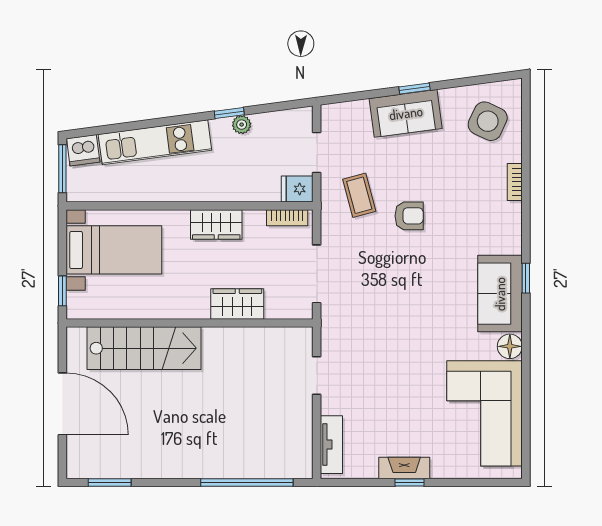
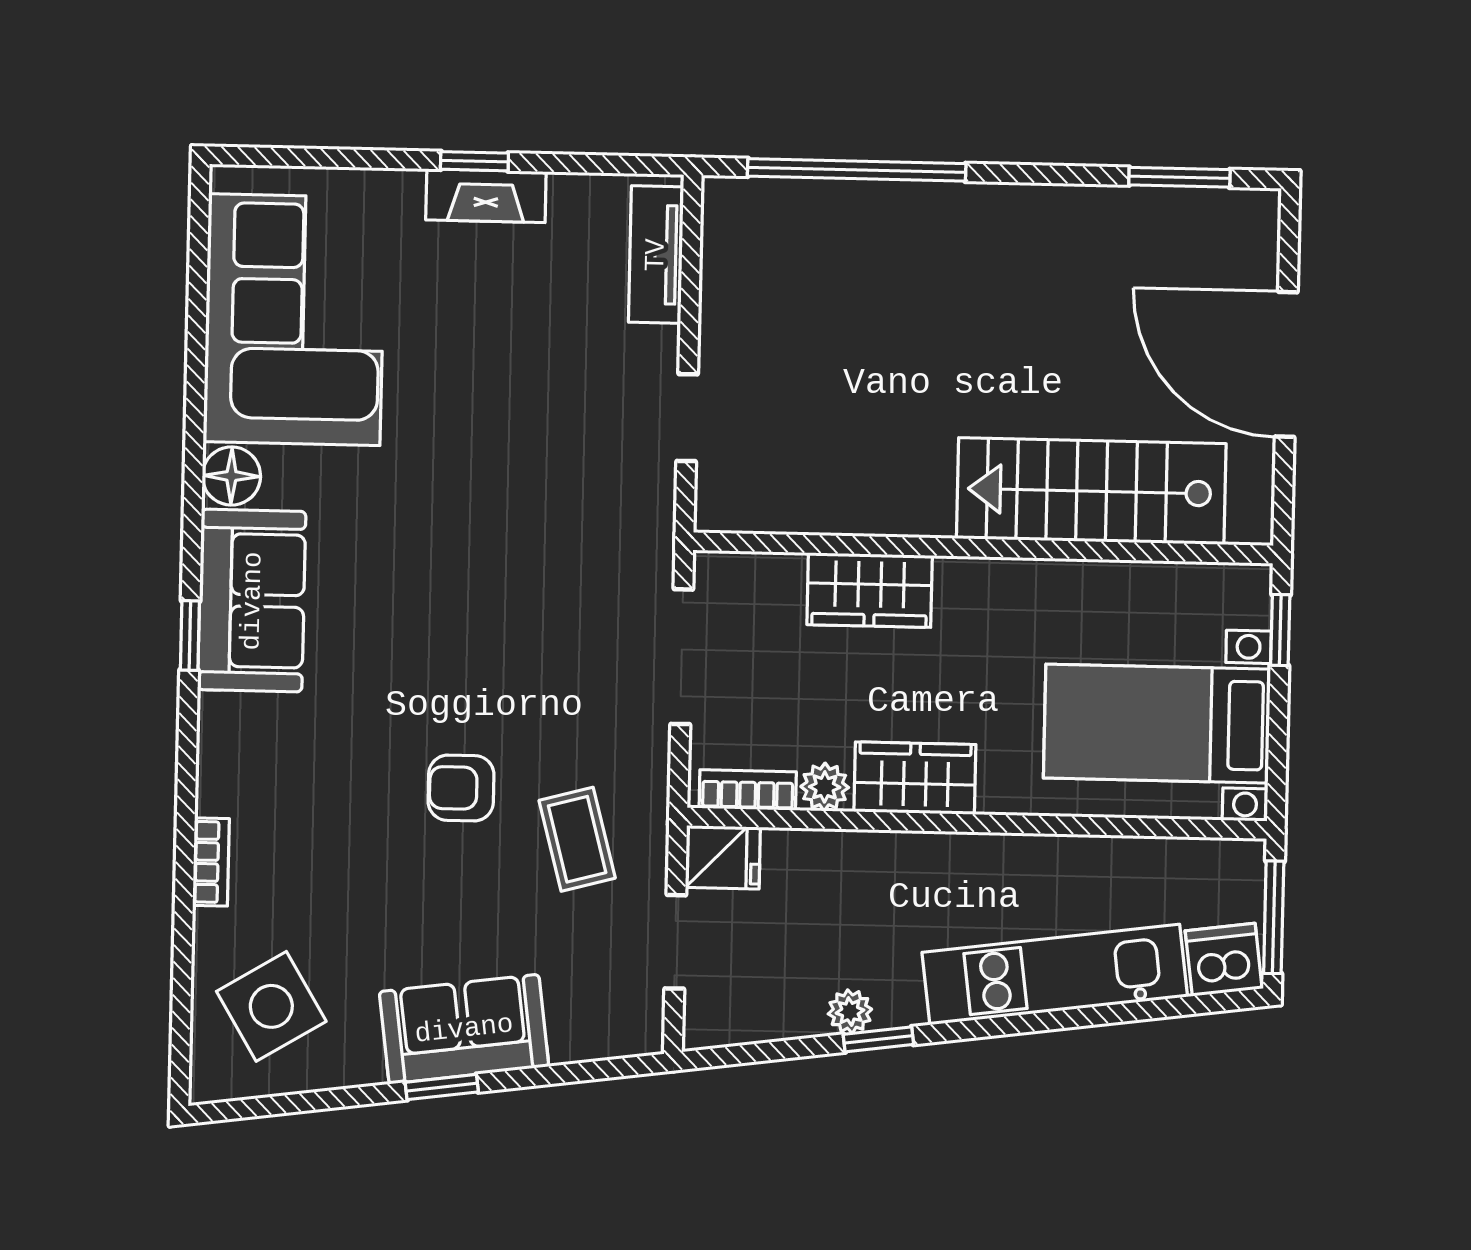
side table: (488, 121) -> (271, 1006), turned 34
plant: (255, 220) -> (825, 787), added

